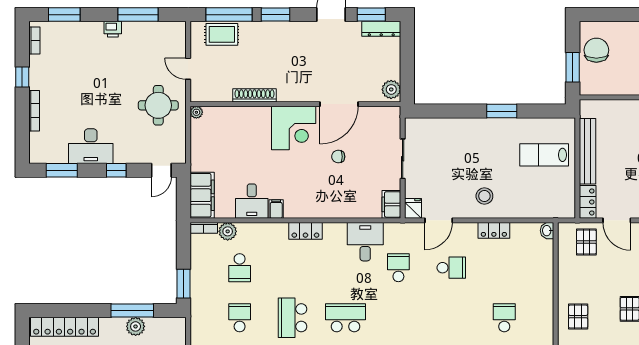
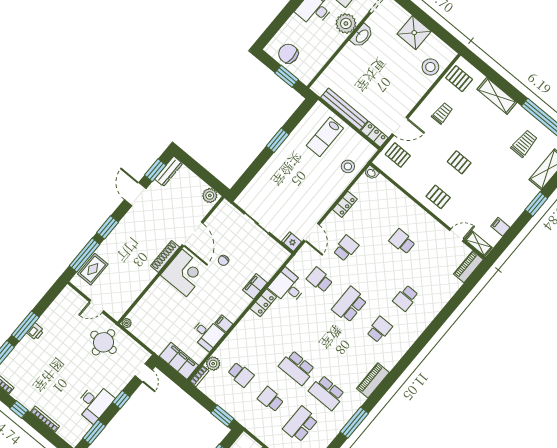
window: (138, 15) -> (25, 326), moved
shoe rack: (255, 95) -> (165, 256), moved
stool: (484, 196) -> (348, 166), moved
filing cabinet: (391, 204) -> (255, 286), moved, turned 90
locker: (305, 231) -> (263, 303), moved
school desk: (345, 318) -> (349, 305), moved

